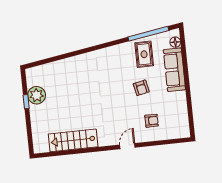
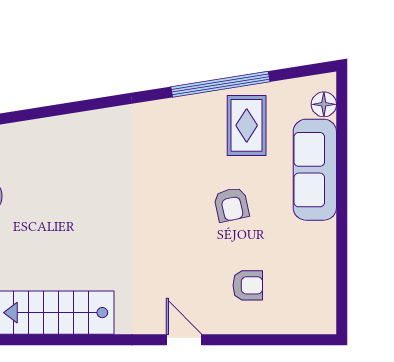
window: (148, 34) -> (220, 84), moved
door: (127, 146) -> (184, 340), hinge flipped

